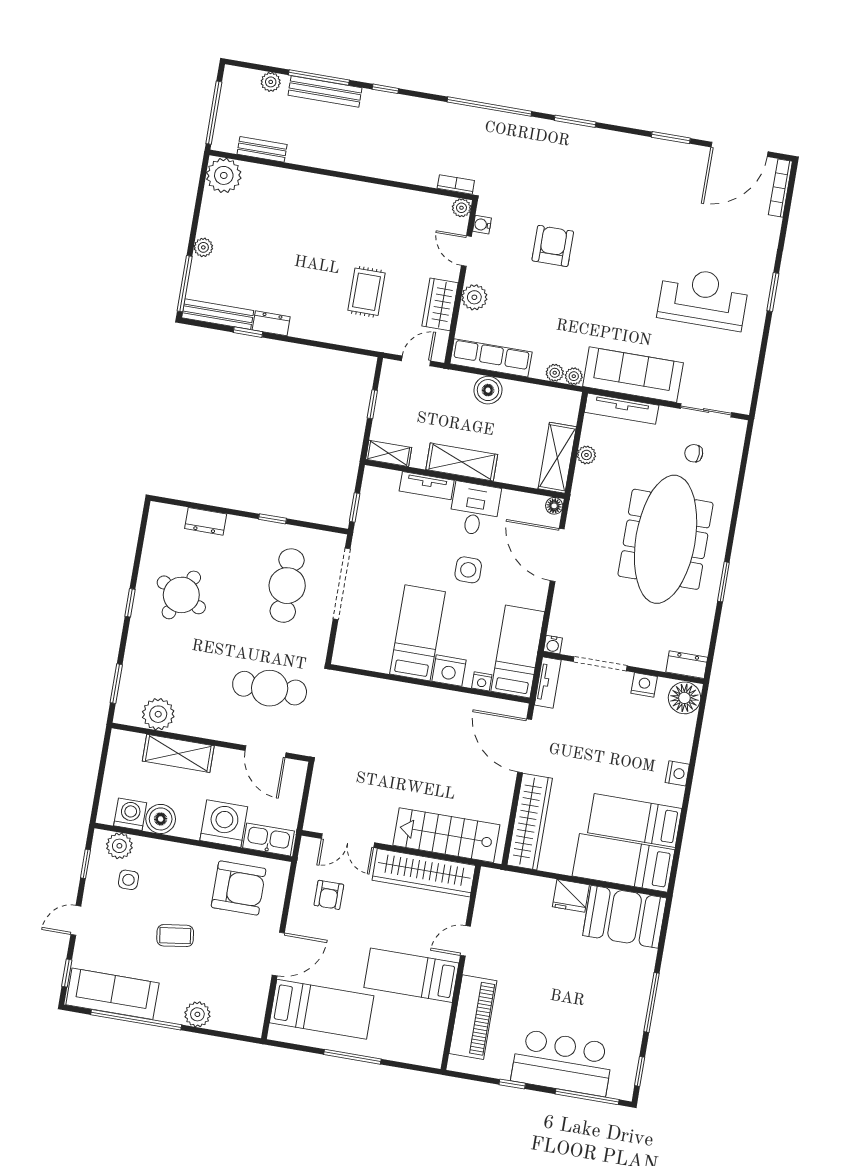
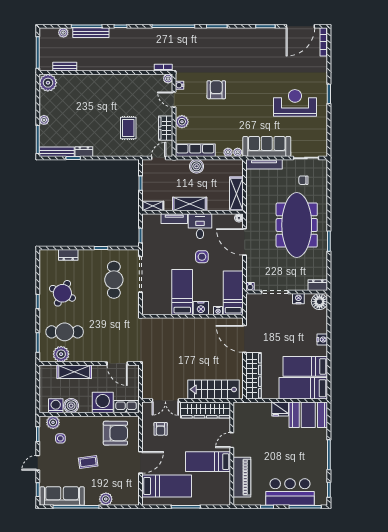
plant: (586, 455) -> (251, 190), removed
tv unit: (548, 683) -> (251, 306), removed
cafe table: (270, 688) -> (65, 332), moved

